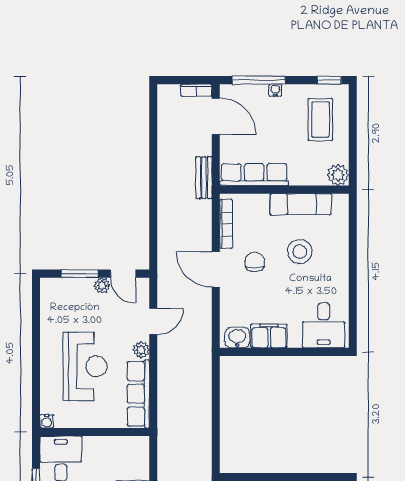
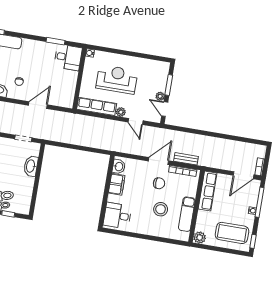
coffee table: (320, 119) -> (232, 233), width x1.36, depth x1.32
bench: (204, 178) -> (186, 159), moved
door: (123, 274) -> (165, 109), hinge flipped
reception desk: (85, 366) -> (117, 79), turned 180

